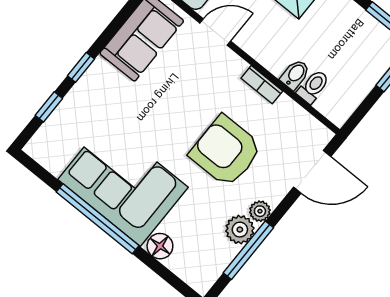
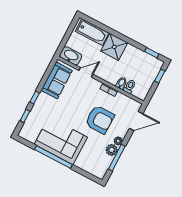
armchair: (226, 151) -> (100, 120), turned 180
floor lamp: (160, 246) -> (81, 163), removed

